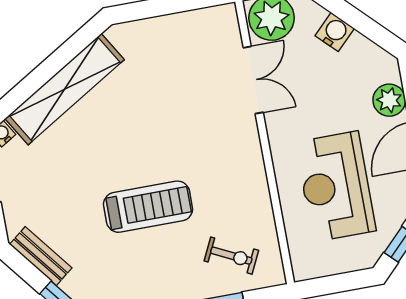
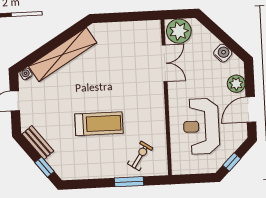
water cooler: (335, 32) -> (223, 53), moved
exercise bike: (231, 256) -> (140, 156), turned -82

